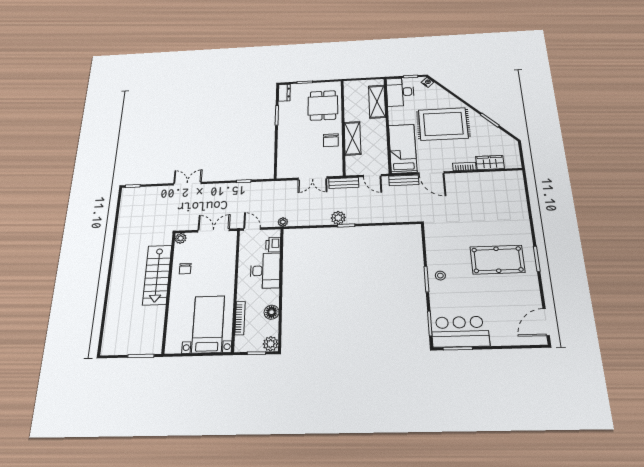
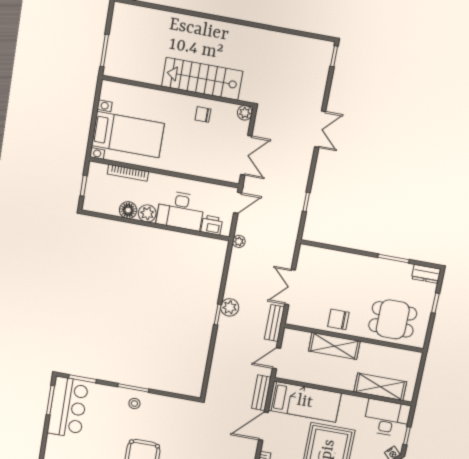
plant: (271, 344) -> (147, 213), moved

